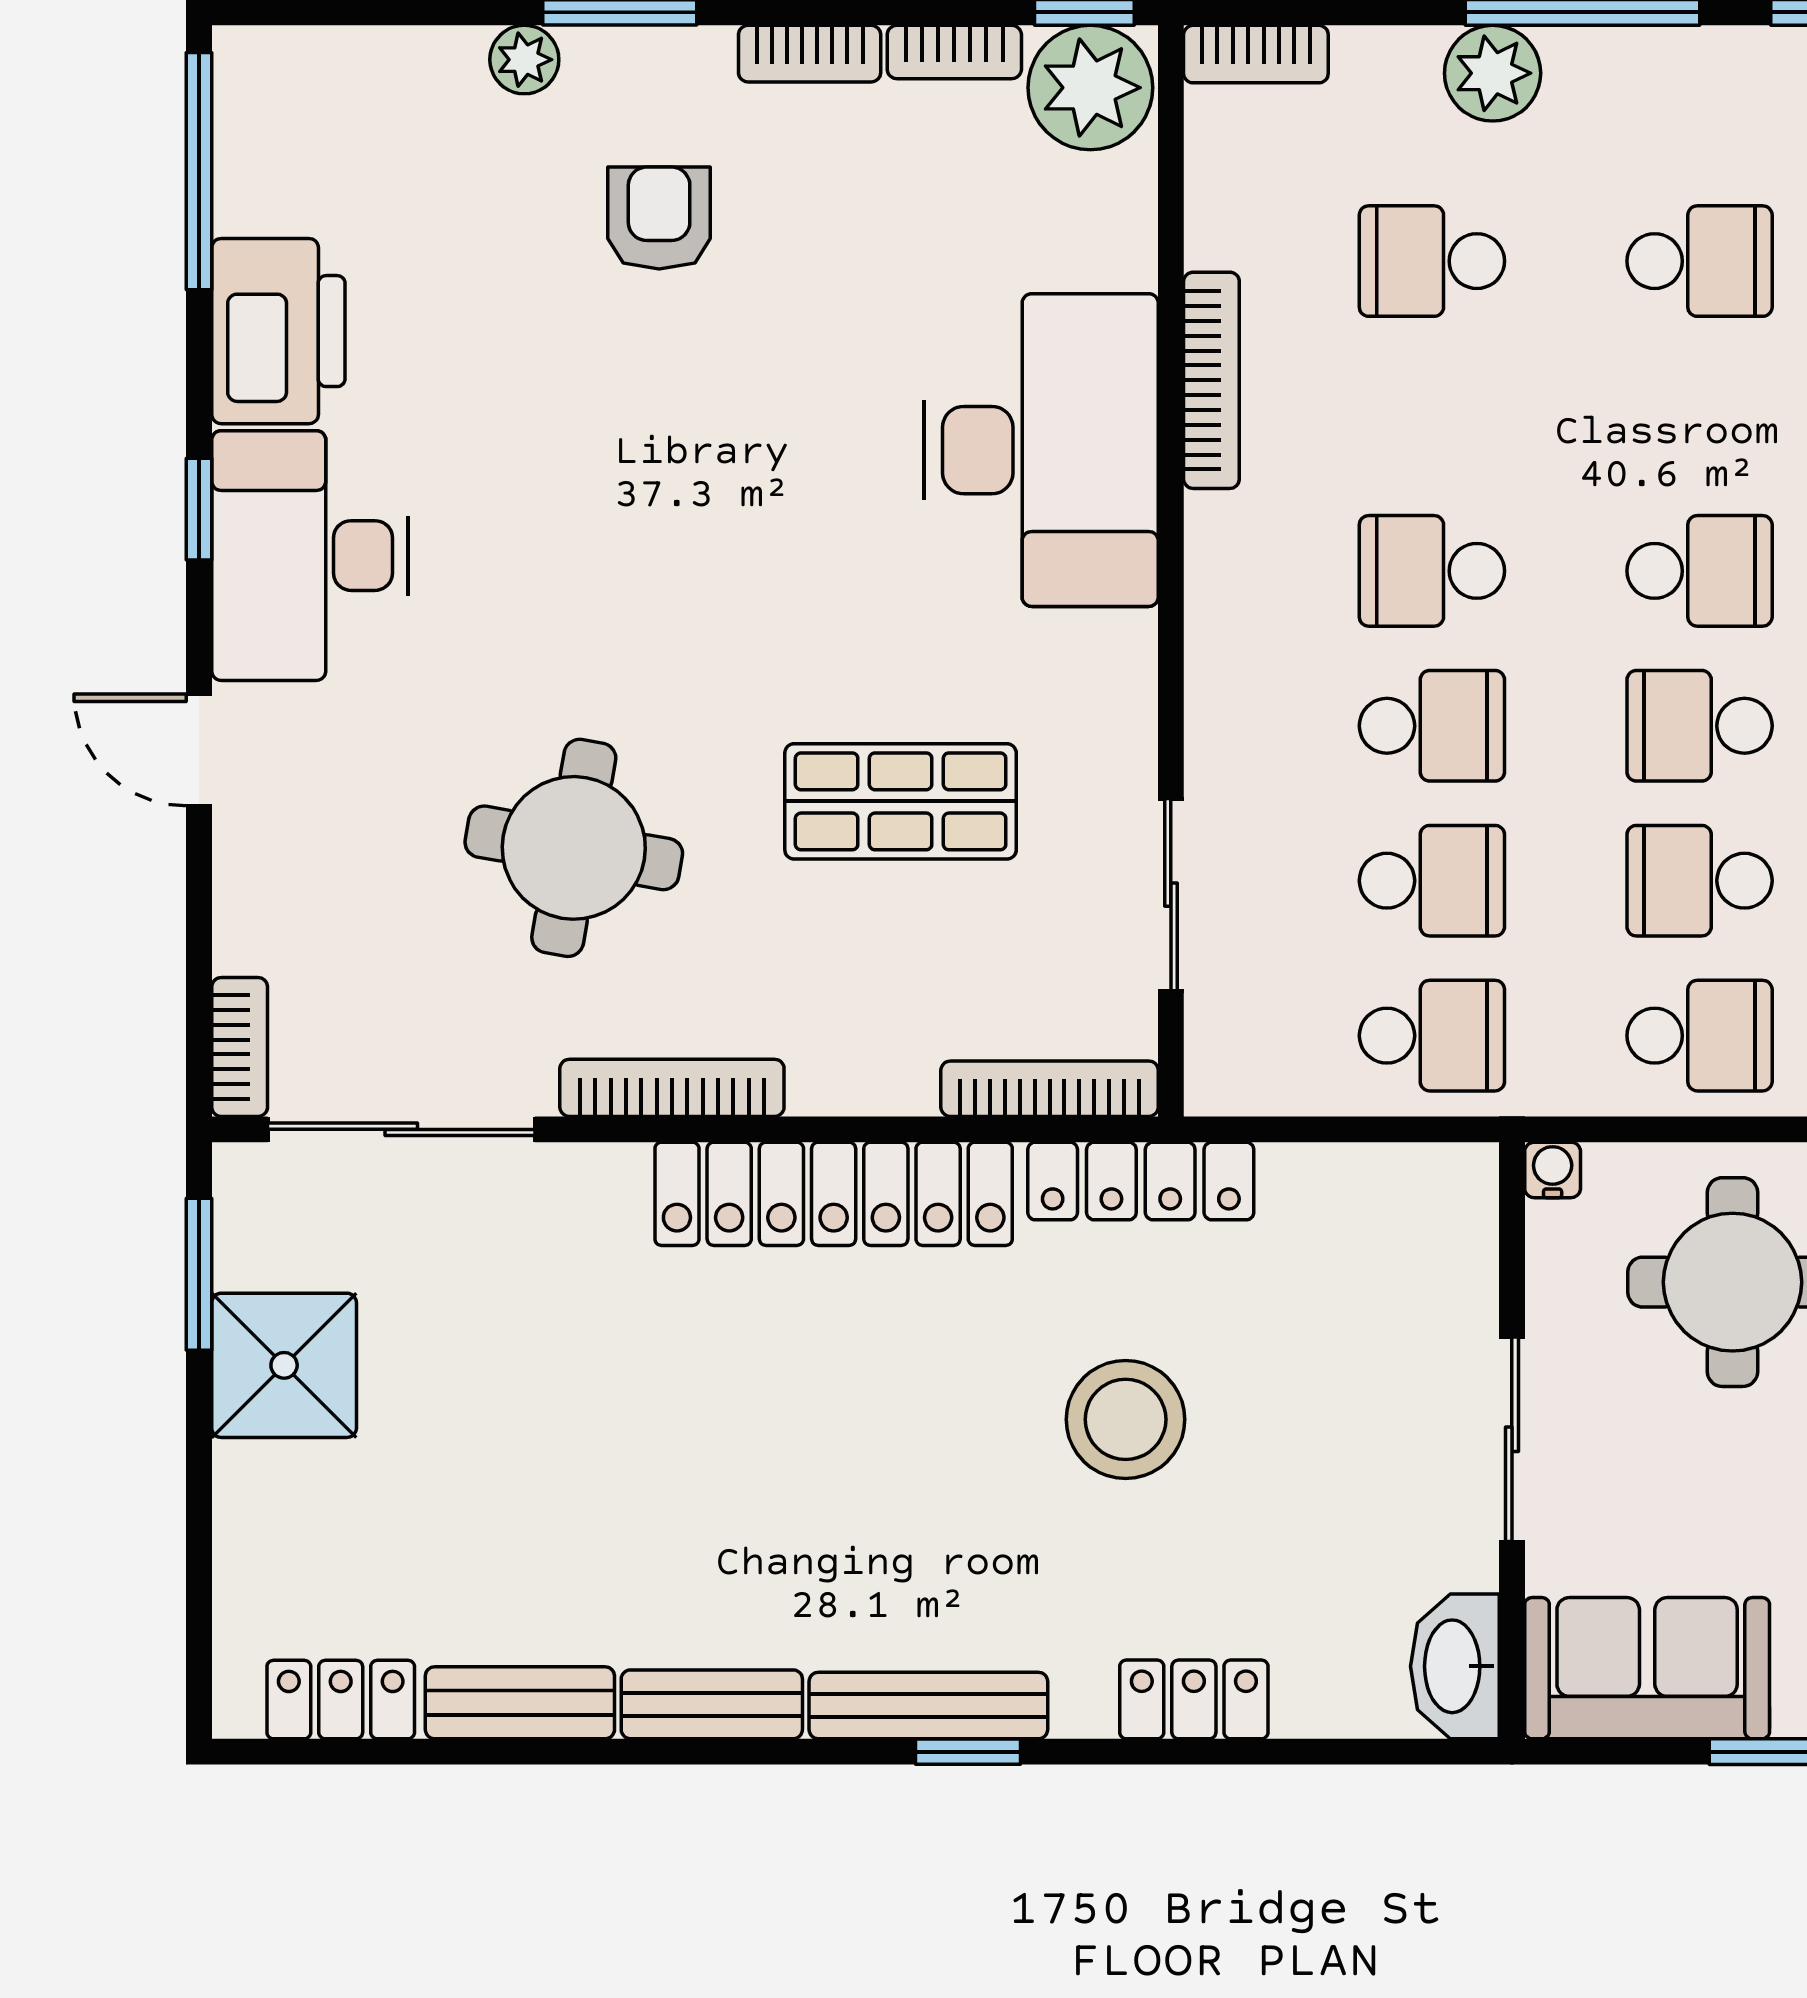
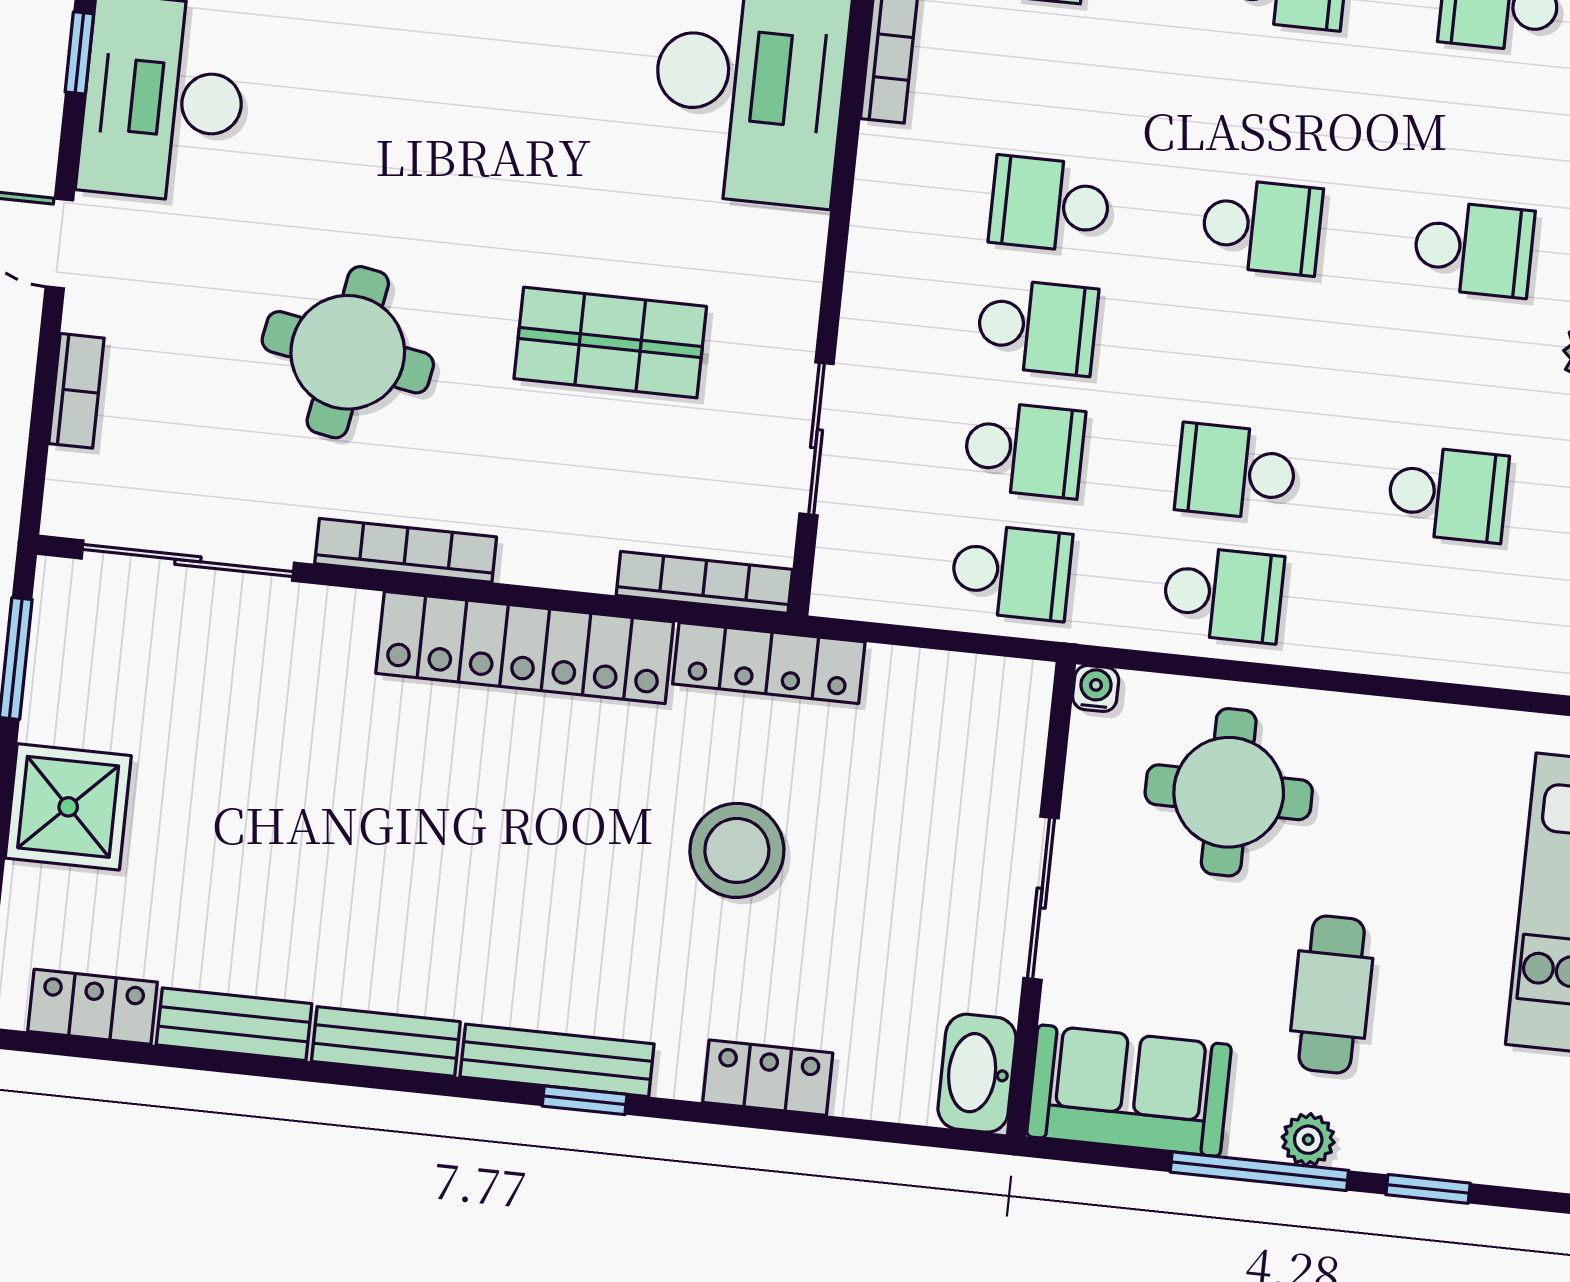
school desk: (1700, 726) -> (1249, 349), removed
bookcase: (240, 1047) -> (76, 391), moved
shower: (284, 1365) -> (68, 807), moved

